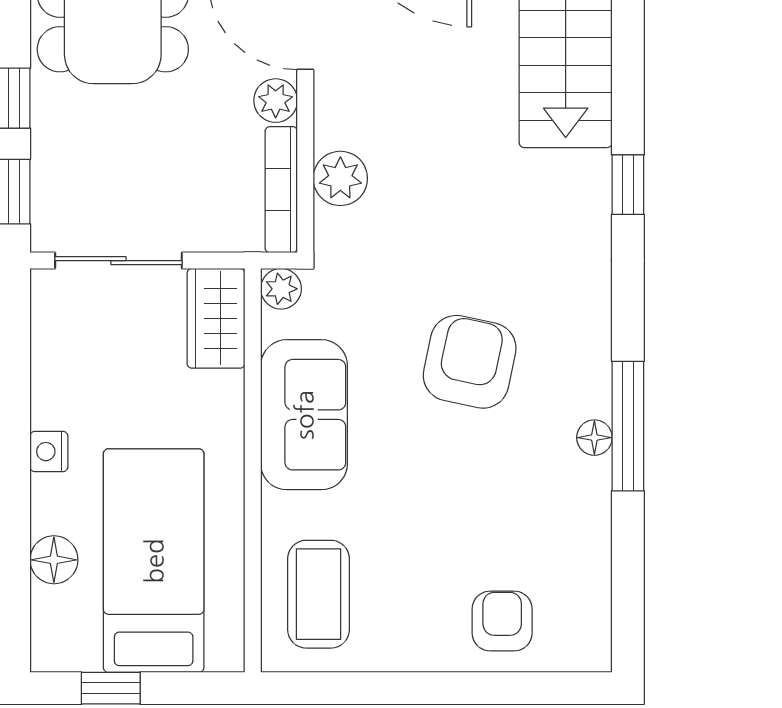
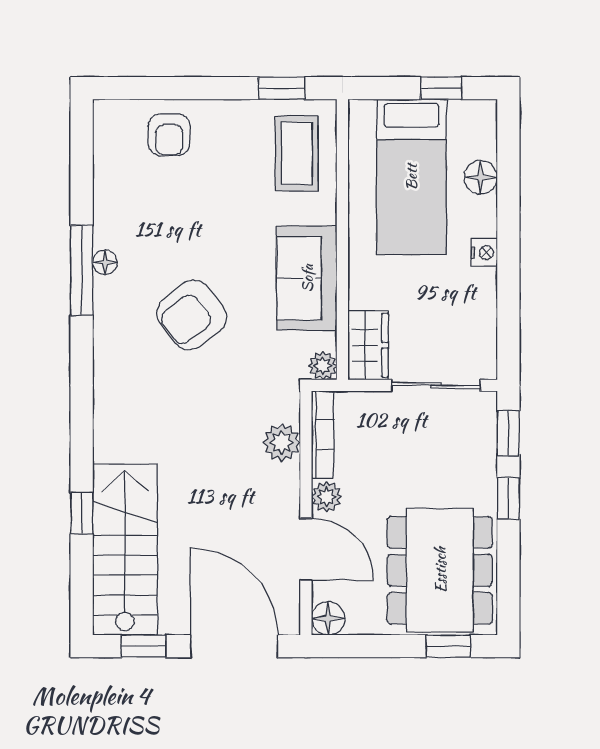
window: (628, 185) -> (82, 513), moved
armchair: (470, 362) -> (192, 315), turned 40
window: (340, 688) -> (282, 88), added

